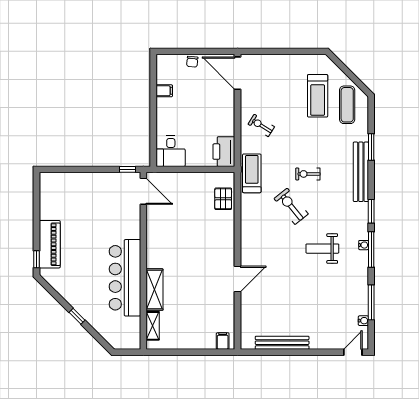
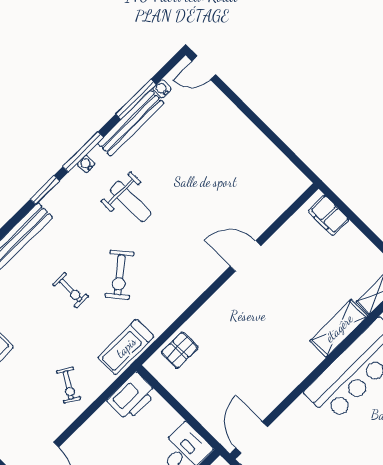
filing cabinet: (223, 341) -> (329, 215), width x2.00
bench: (282, 343) -> (131, 123), moved, turned 90

